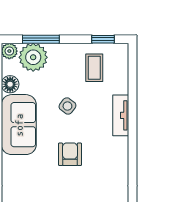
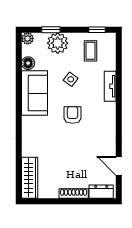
window: (41, 39) -> (51, 30), width x0.67
plant: (33, 57) -> (58, 43), moved

